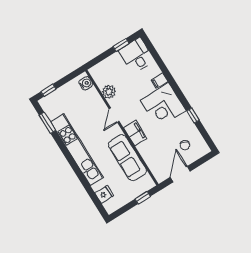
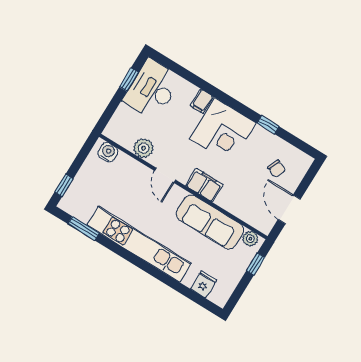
desk: (137, 55) -> (152, 89), width x1.37
plant: (147, 180) -> (250, 239), added

